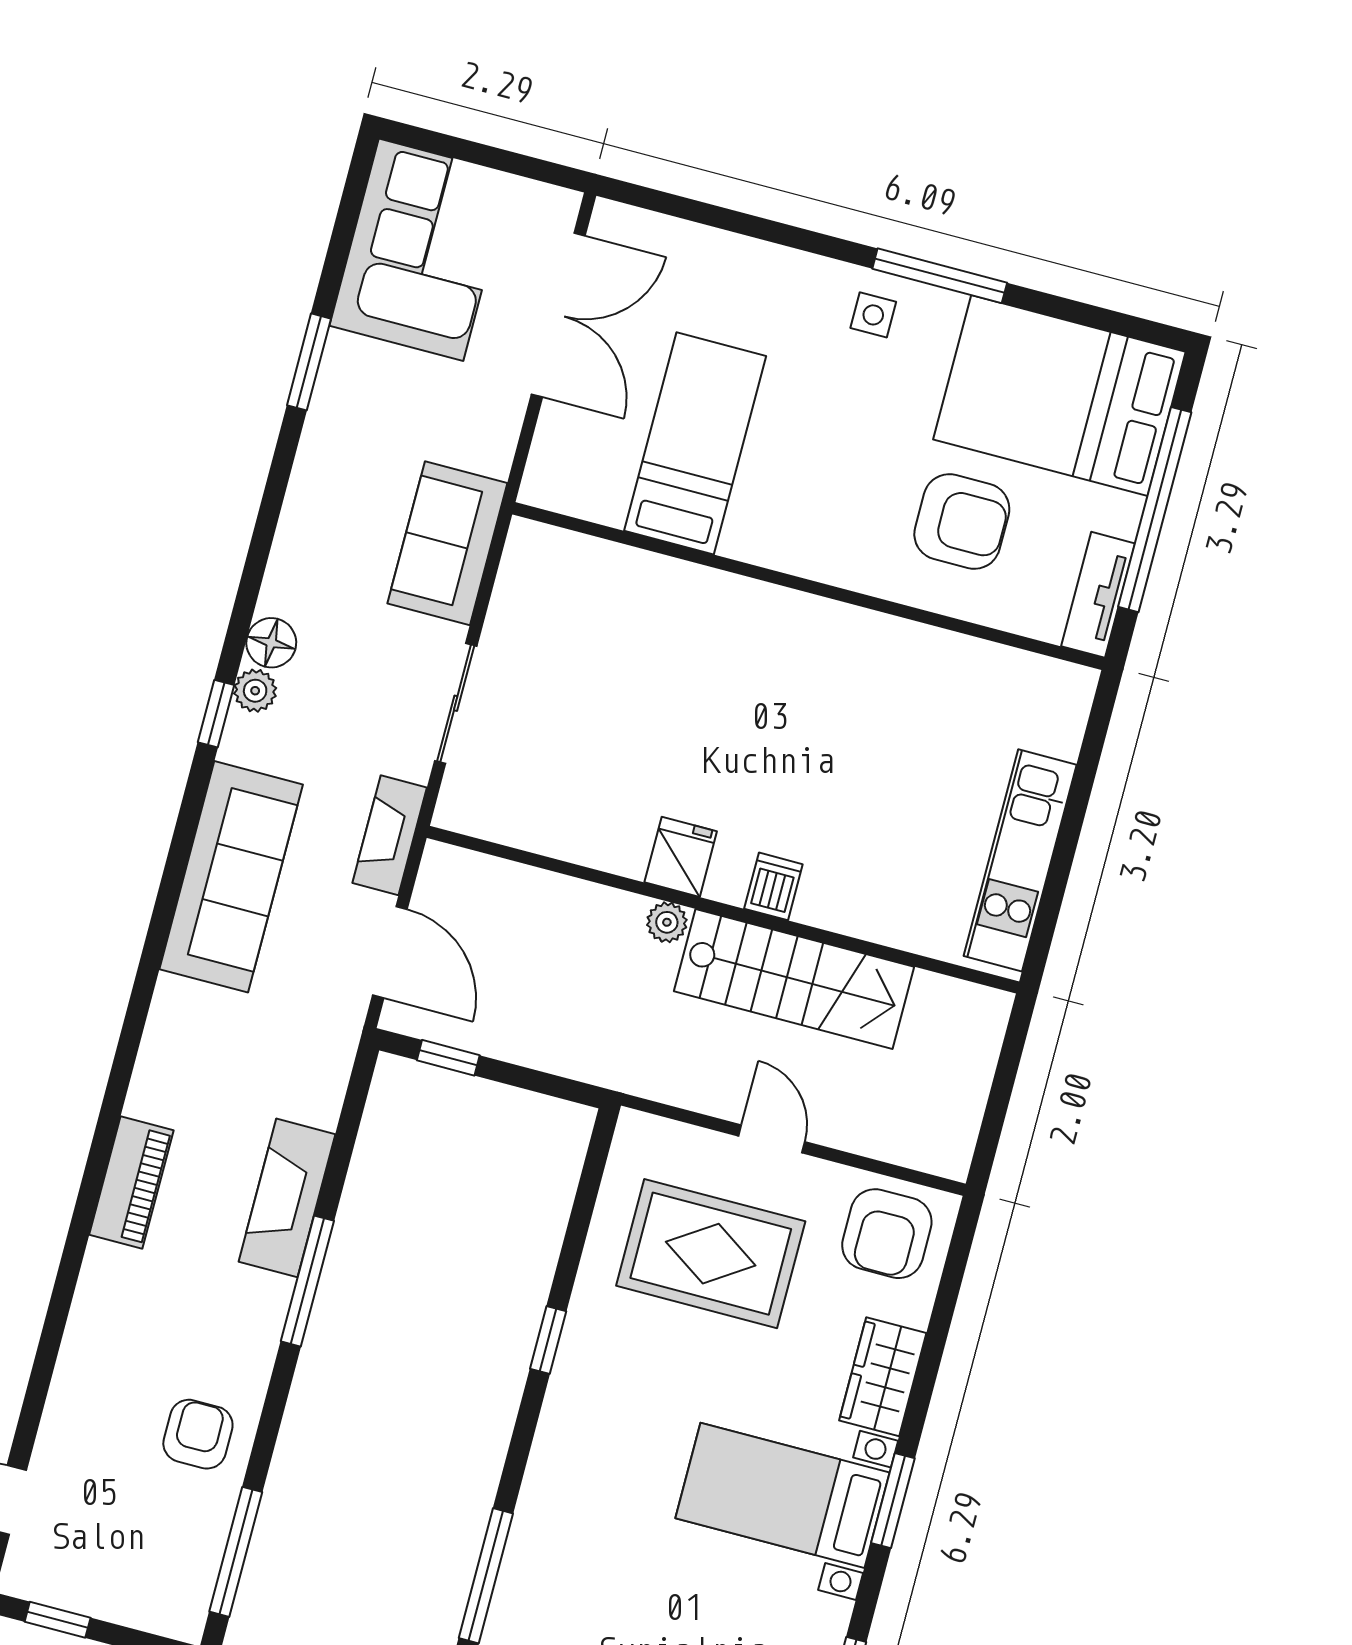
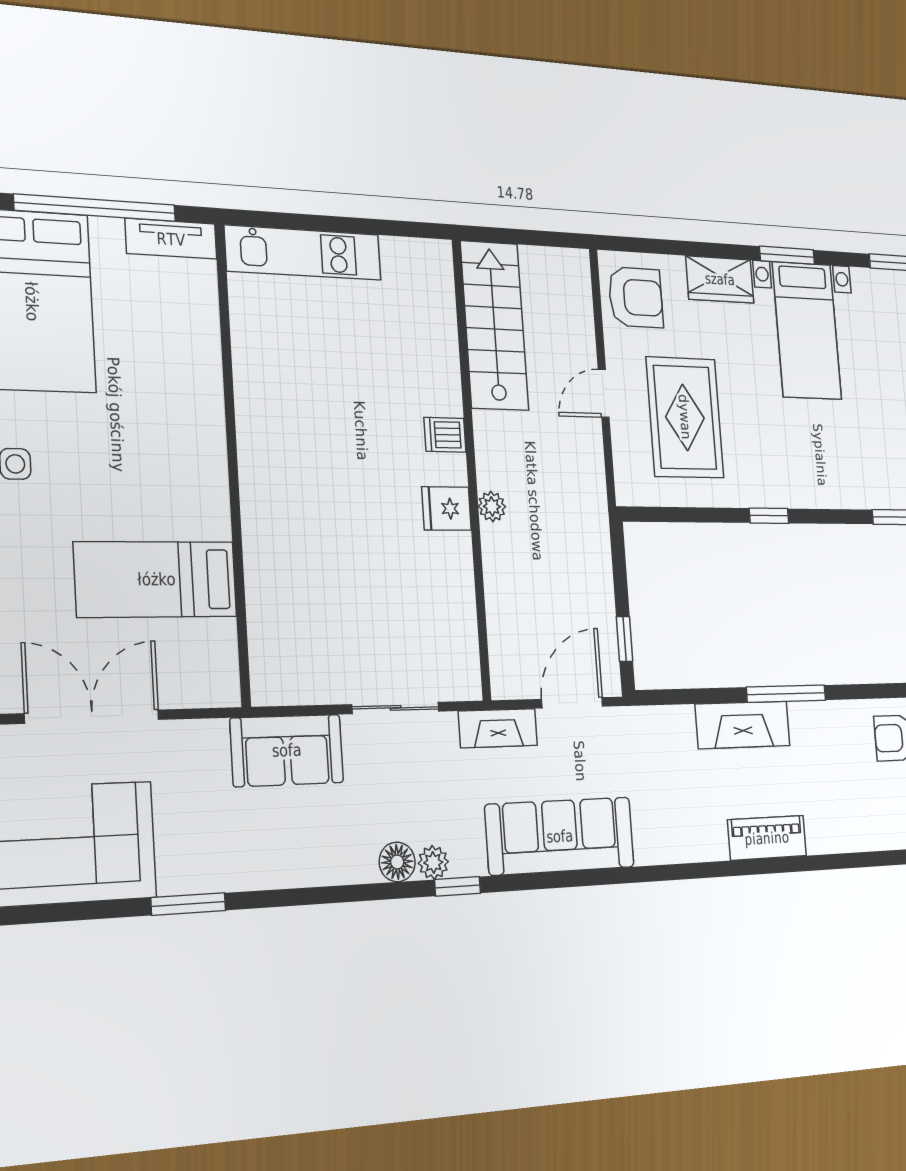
armchair: (962, 521) -> (150, 356), removed
kitchen unit: (1020, 860) -> (303, 253), moved
stairs: (794, 979) -> (494, 326), moved

